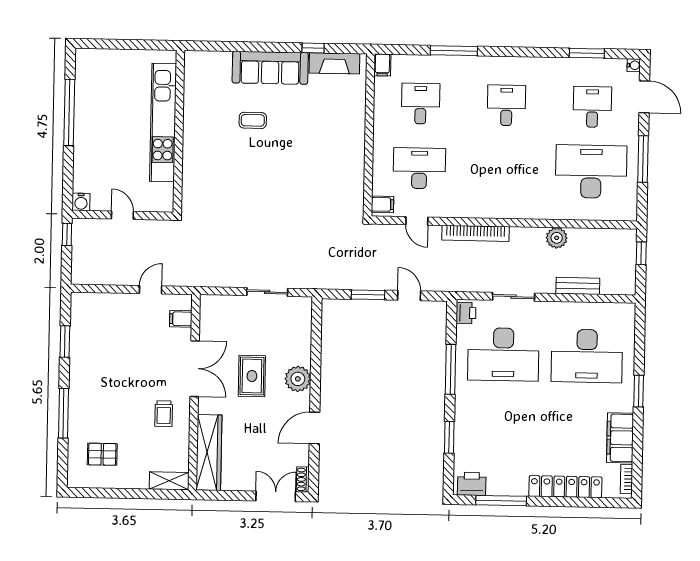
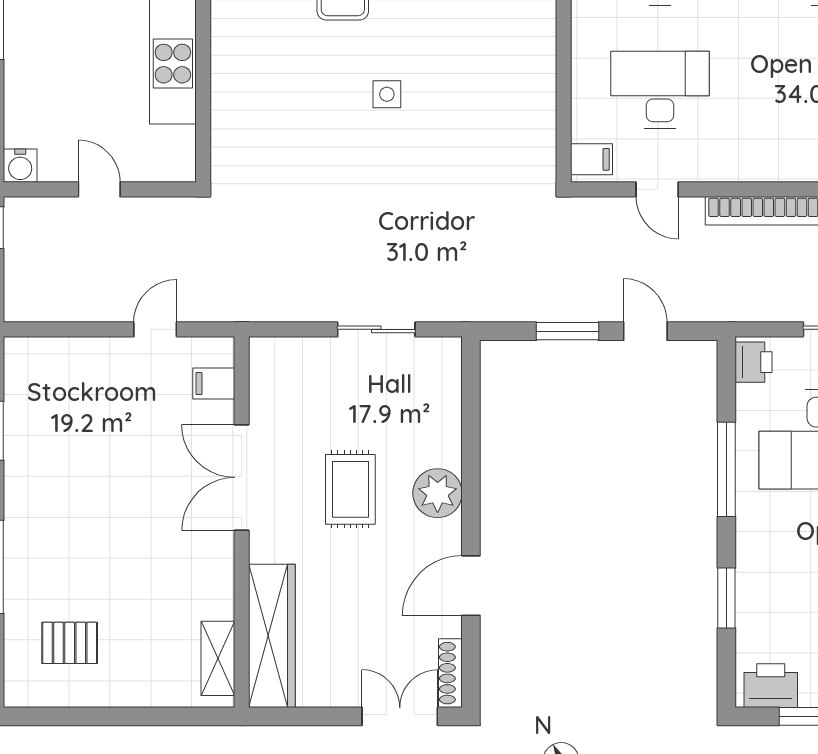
side table: (275, 168) -> (387, 94), added
double door: (195, 369) -> (242, 477), swing flipped
trolley: (164, 414) -> (185, 564), removed
shoe rack: (303, 479) -> (450, 673), width x1.43
shelving: (169, 481) -> (218, 658), moved, turned 90

